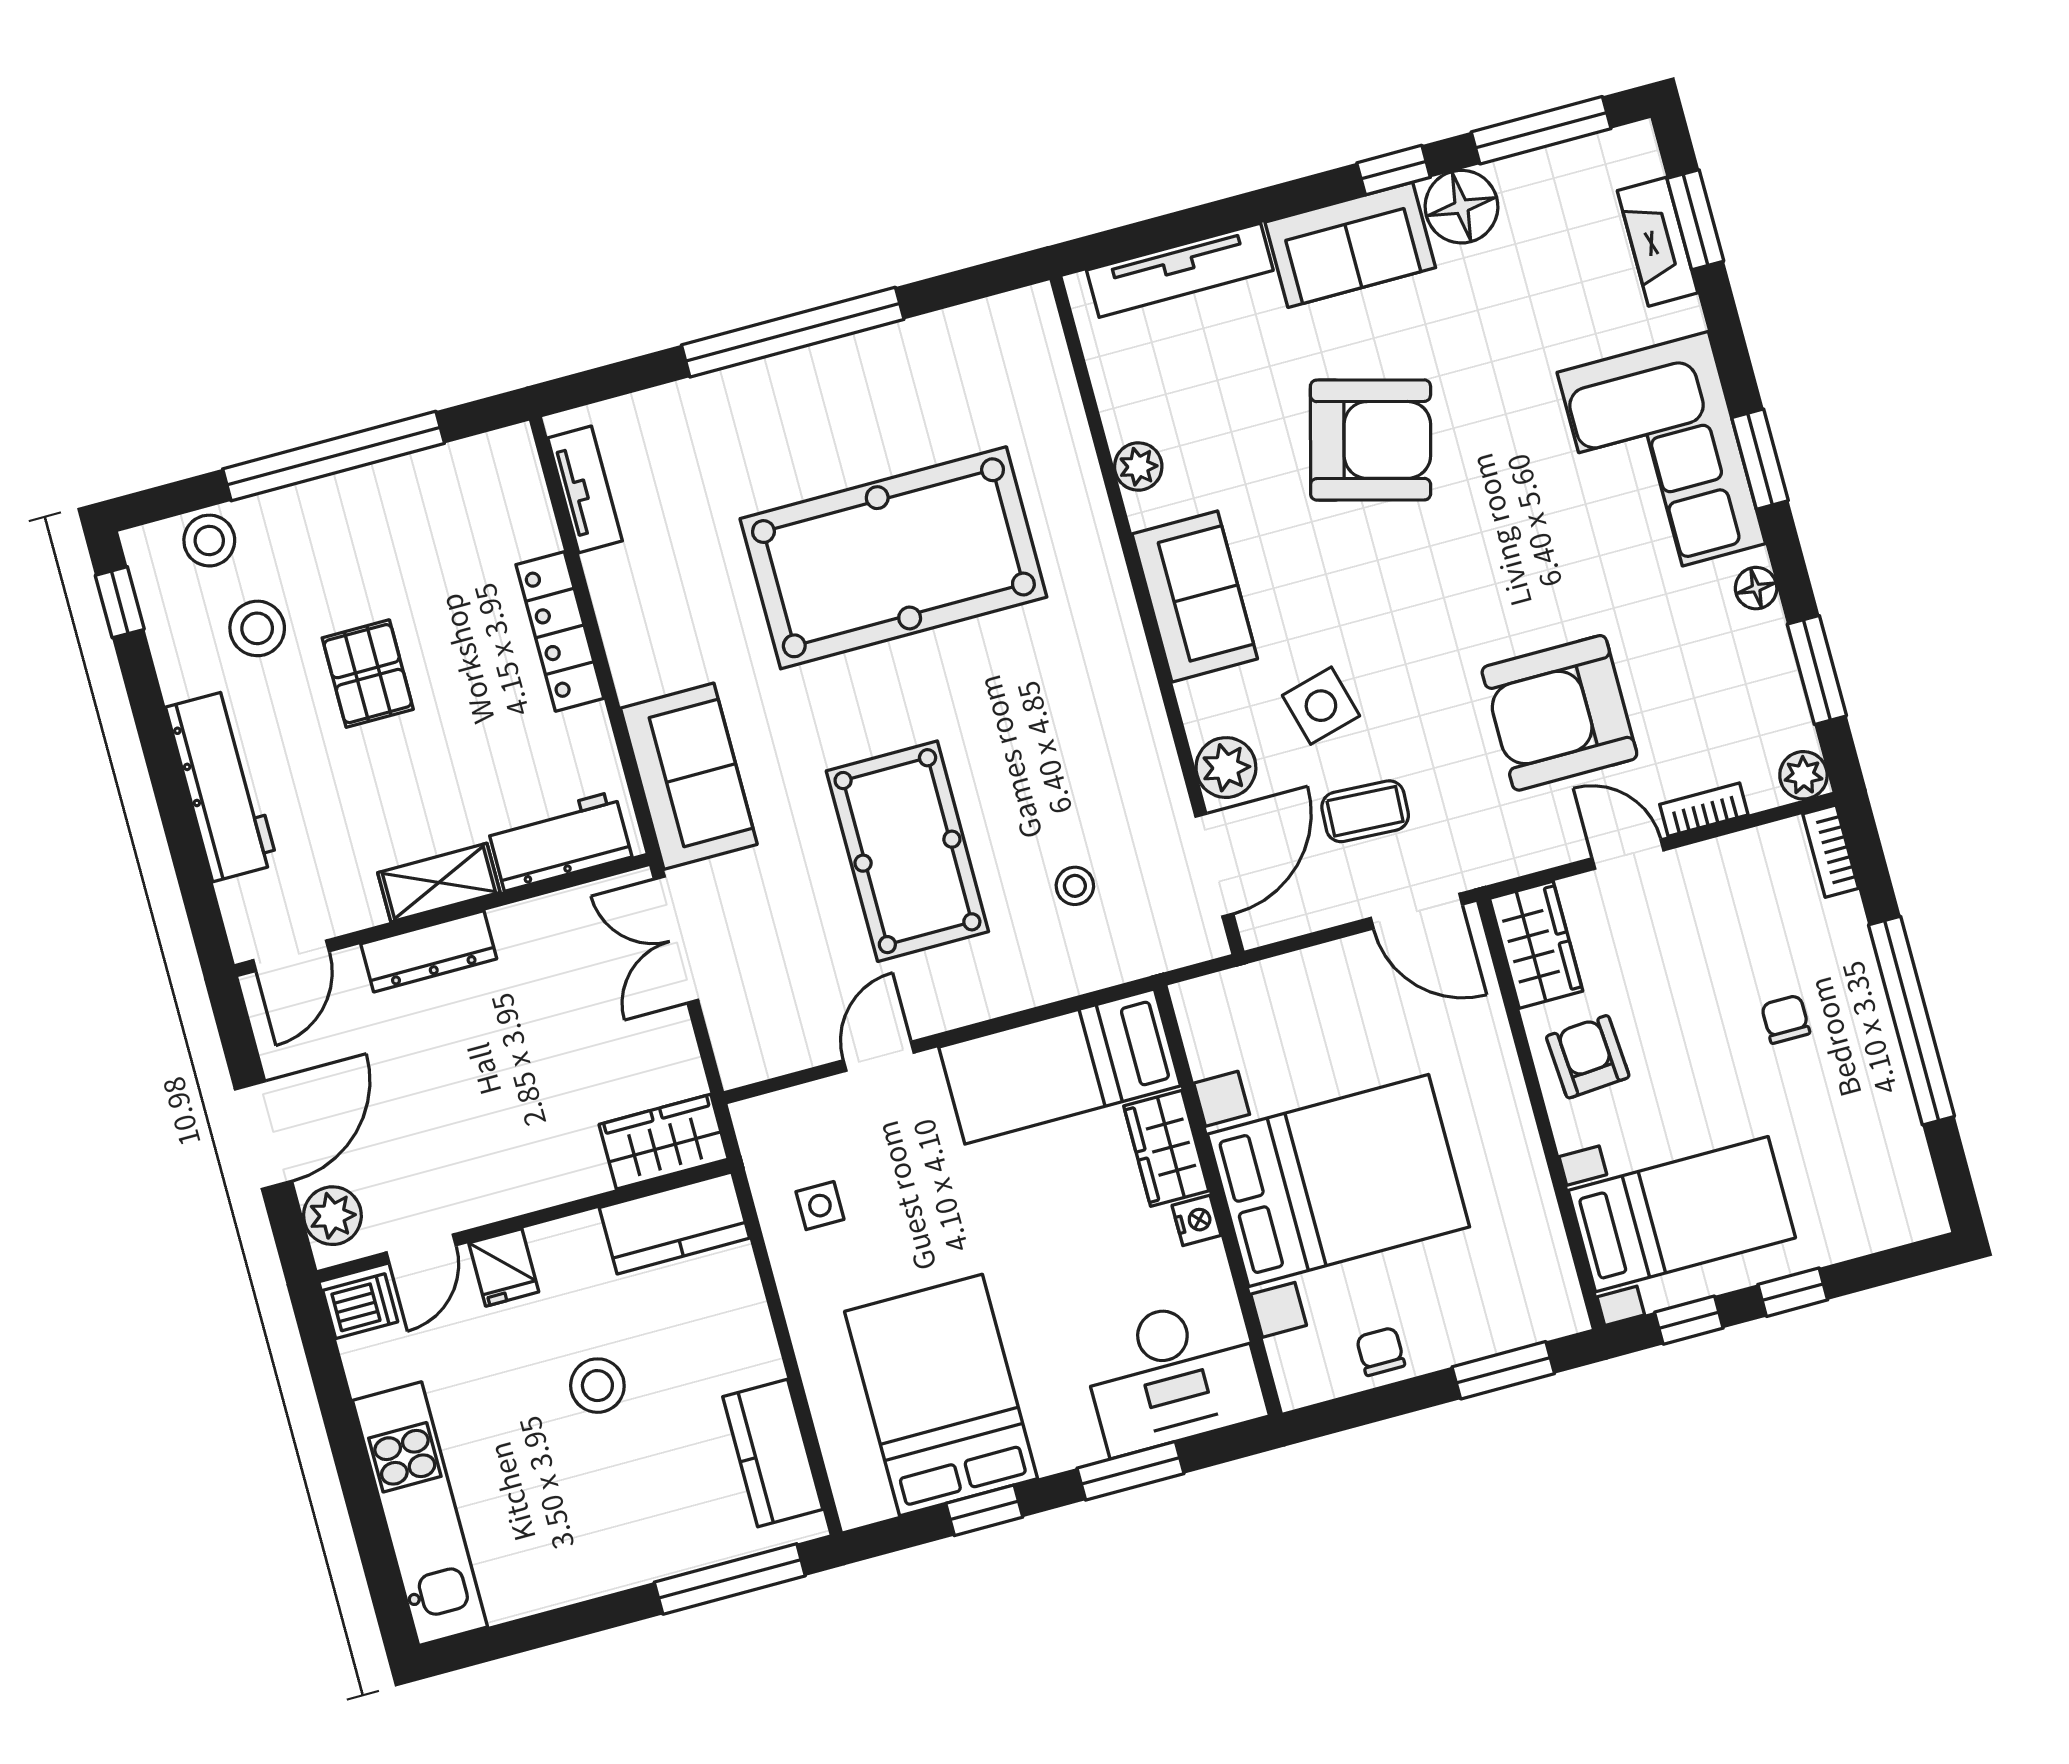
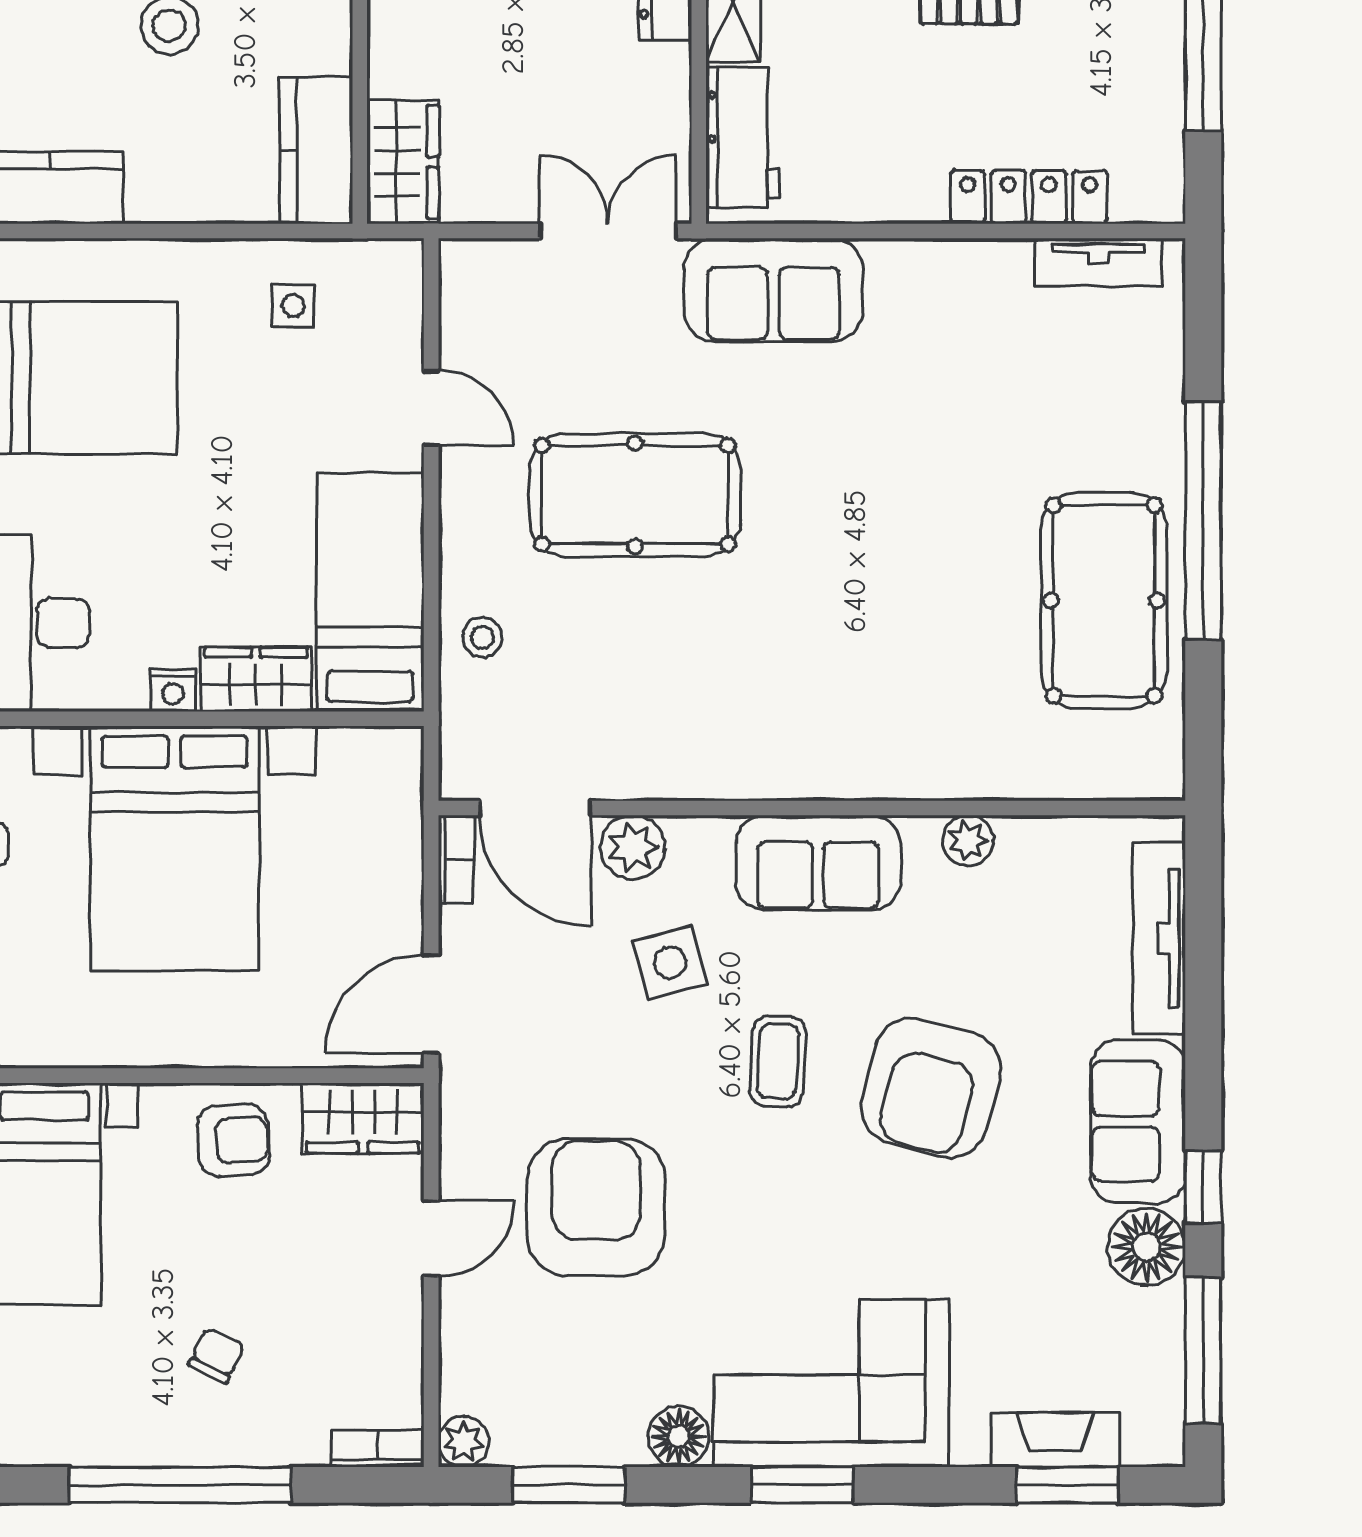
pool table: (893, 558) -> (1104, 600), moved, width x0.73, depth x0.76
floor lamp: (1756, 588) -> (678, 1437), width x1.37, depth x1.37
locker: (560, 631) -> (1029, 197), moved
bookcase: (1704, 810) -> (456, 859), moved
coffee table: (1365, 811) -> (778, 1061), moved
stool: (1075, 886) -> (482, 637), moved
chair: (1786, 1019) -> (217, 1355), turned -64

